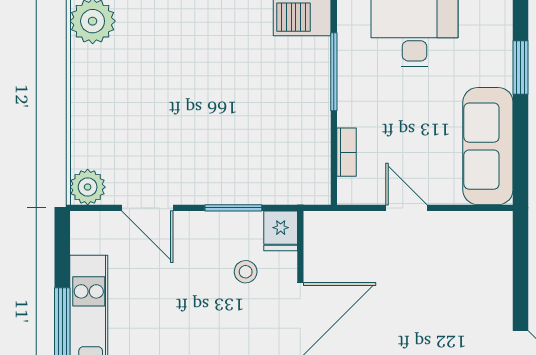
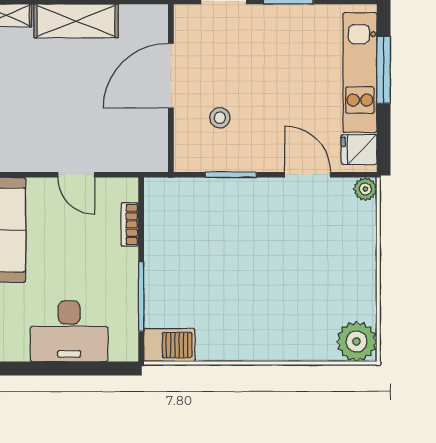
plant: (88, 187) -> (365, 189), width x0.73, depth x0.73
fridge: (281, 231) -> (359, 150), moved, turned -90

